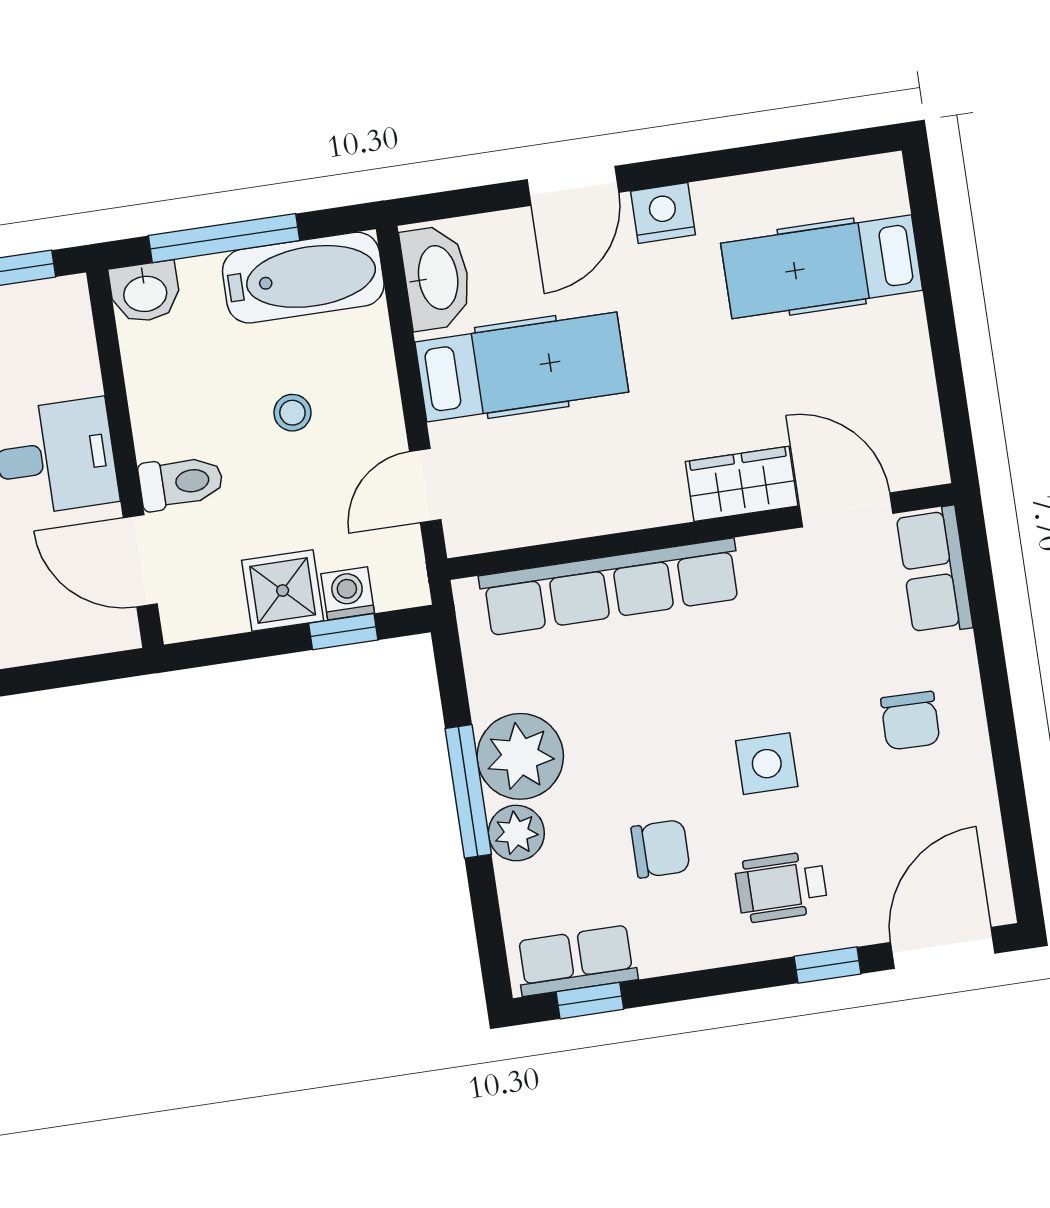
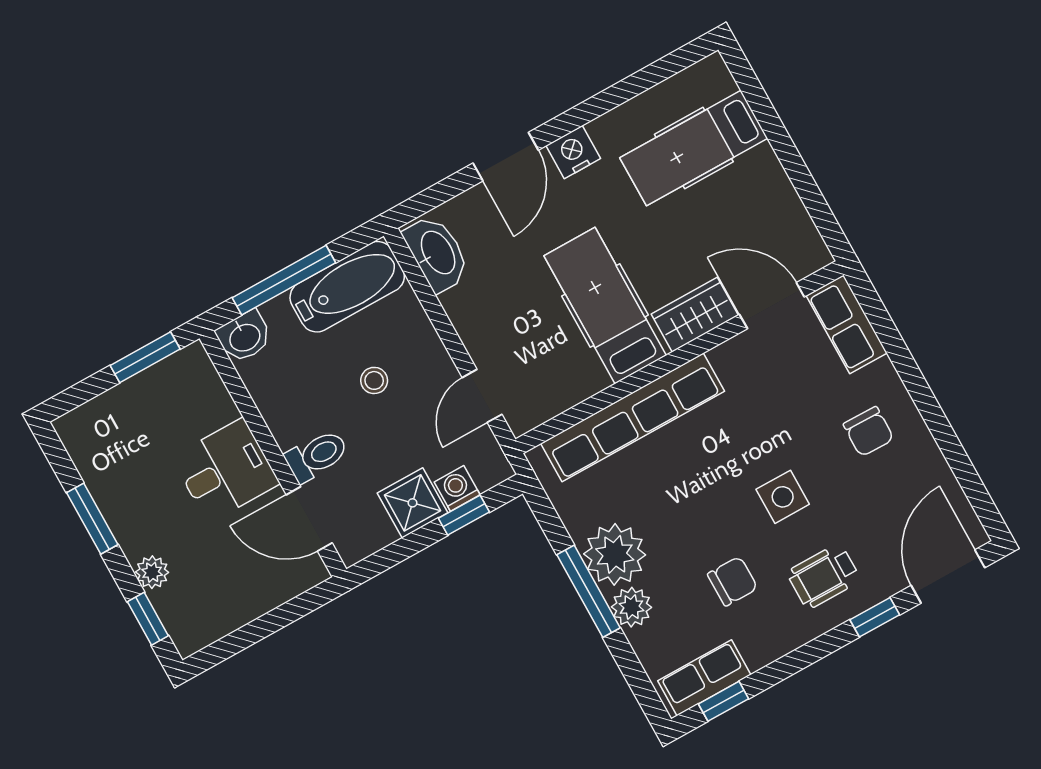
hospital bed: (522, 367) -> (605, 306), moved, turned -90

